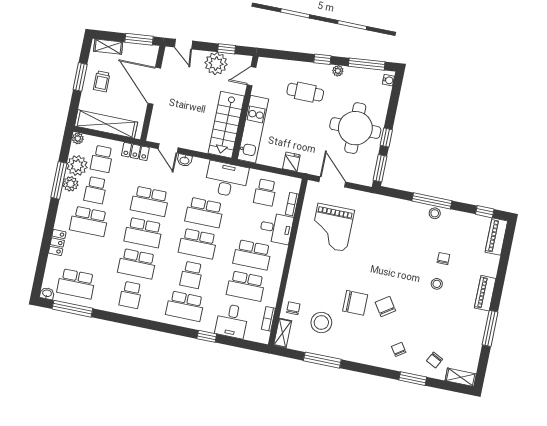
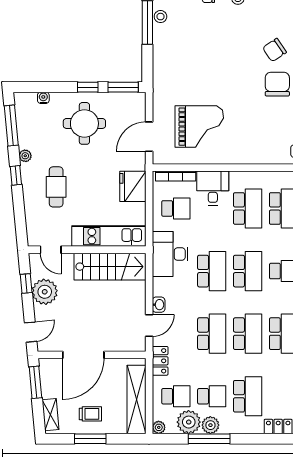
water cooler: (388, 80) -> (43, 98), moved
round table: (355, 128) -> (84, 123), width x0.73, depth x0.73
fridge: (291, 162) -> (133, 186), width x1.88, depth x1.34
bookcase: (292, 204) -> (176, 176), width x1.56

